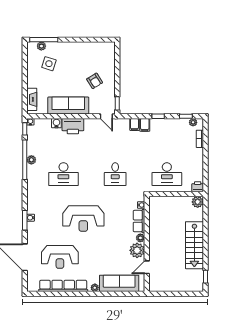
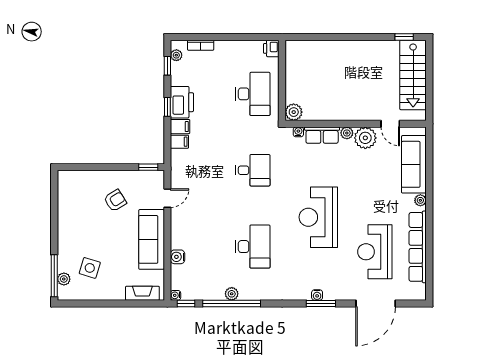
door: (106, 116) -> (167, 198), moved
printer: (73, 126) -> (182, 102), moved
plant: (198, 202) -> (294, 112), moved
reception desk: (83, 218) -> (318, 217), turned 180
stairs: (194, 245) -> (413, 75), moved, turned 90
reception desk: (60, 257) -> (375, 252), turned 180

